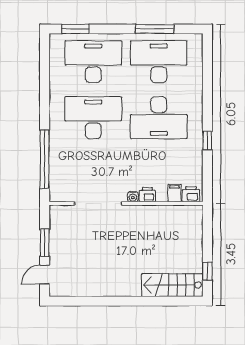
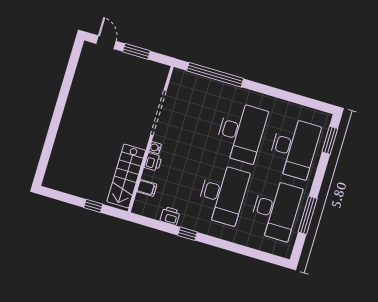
desk: (159, 118) -> (223, 194), turned 180
printer: (191, 194) -> (170, 216), moved, turned -90
window: (207, 271) -> (93, 206), moved
stairs: (172, 285) -> (126, 176), moved, turned 180

